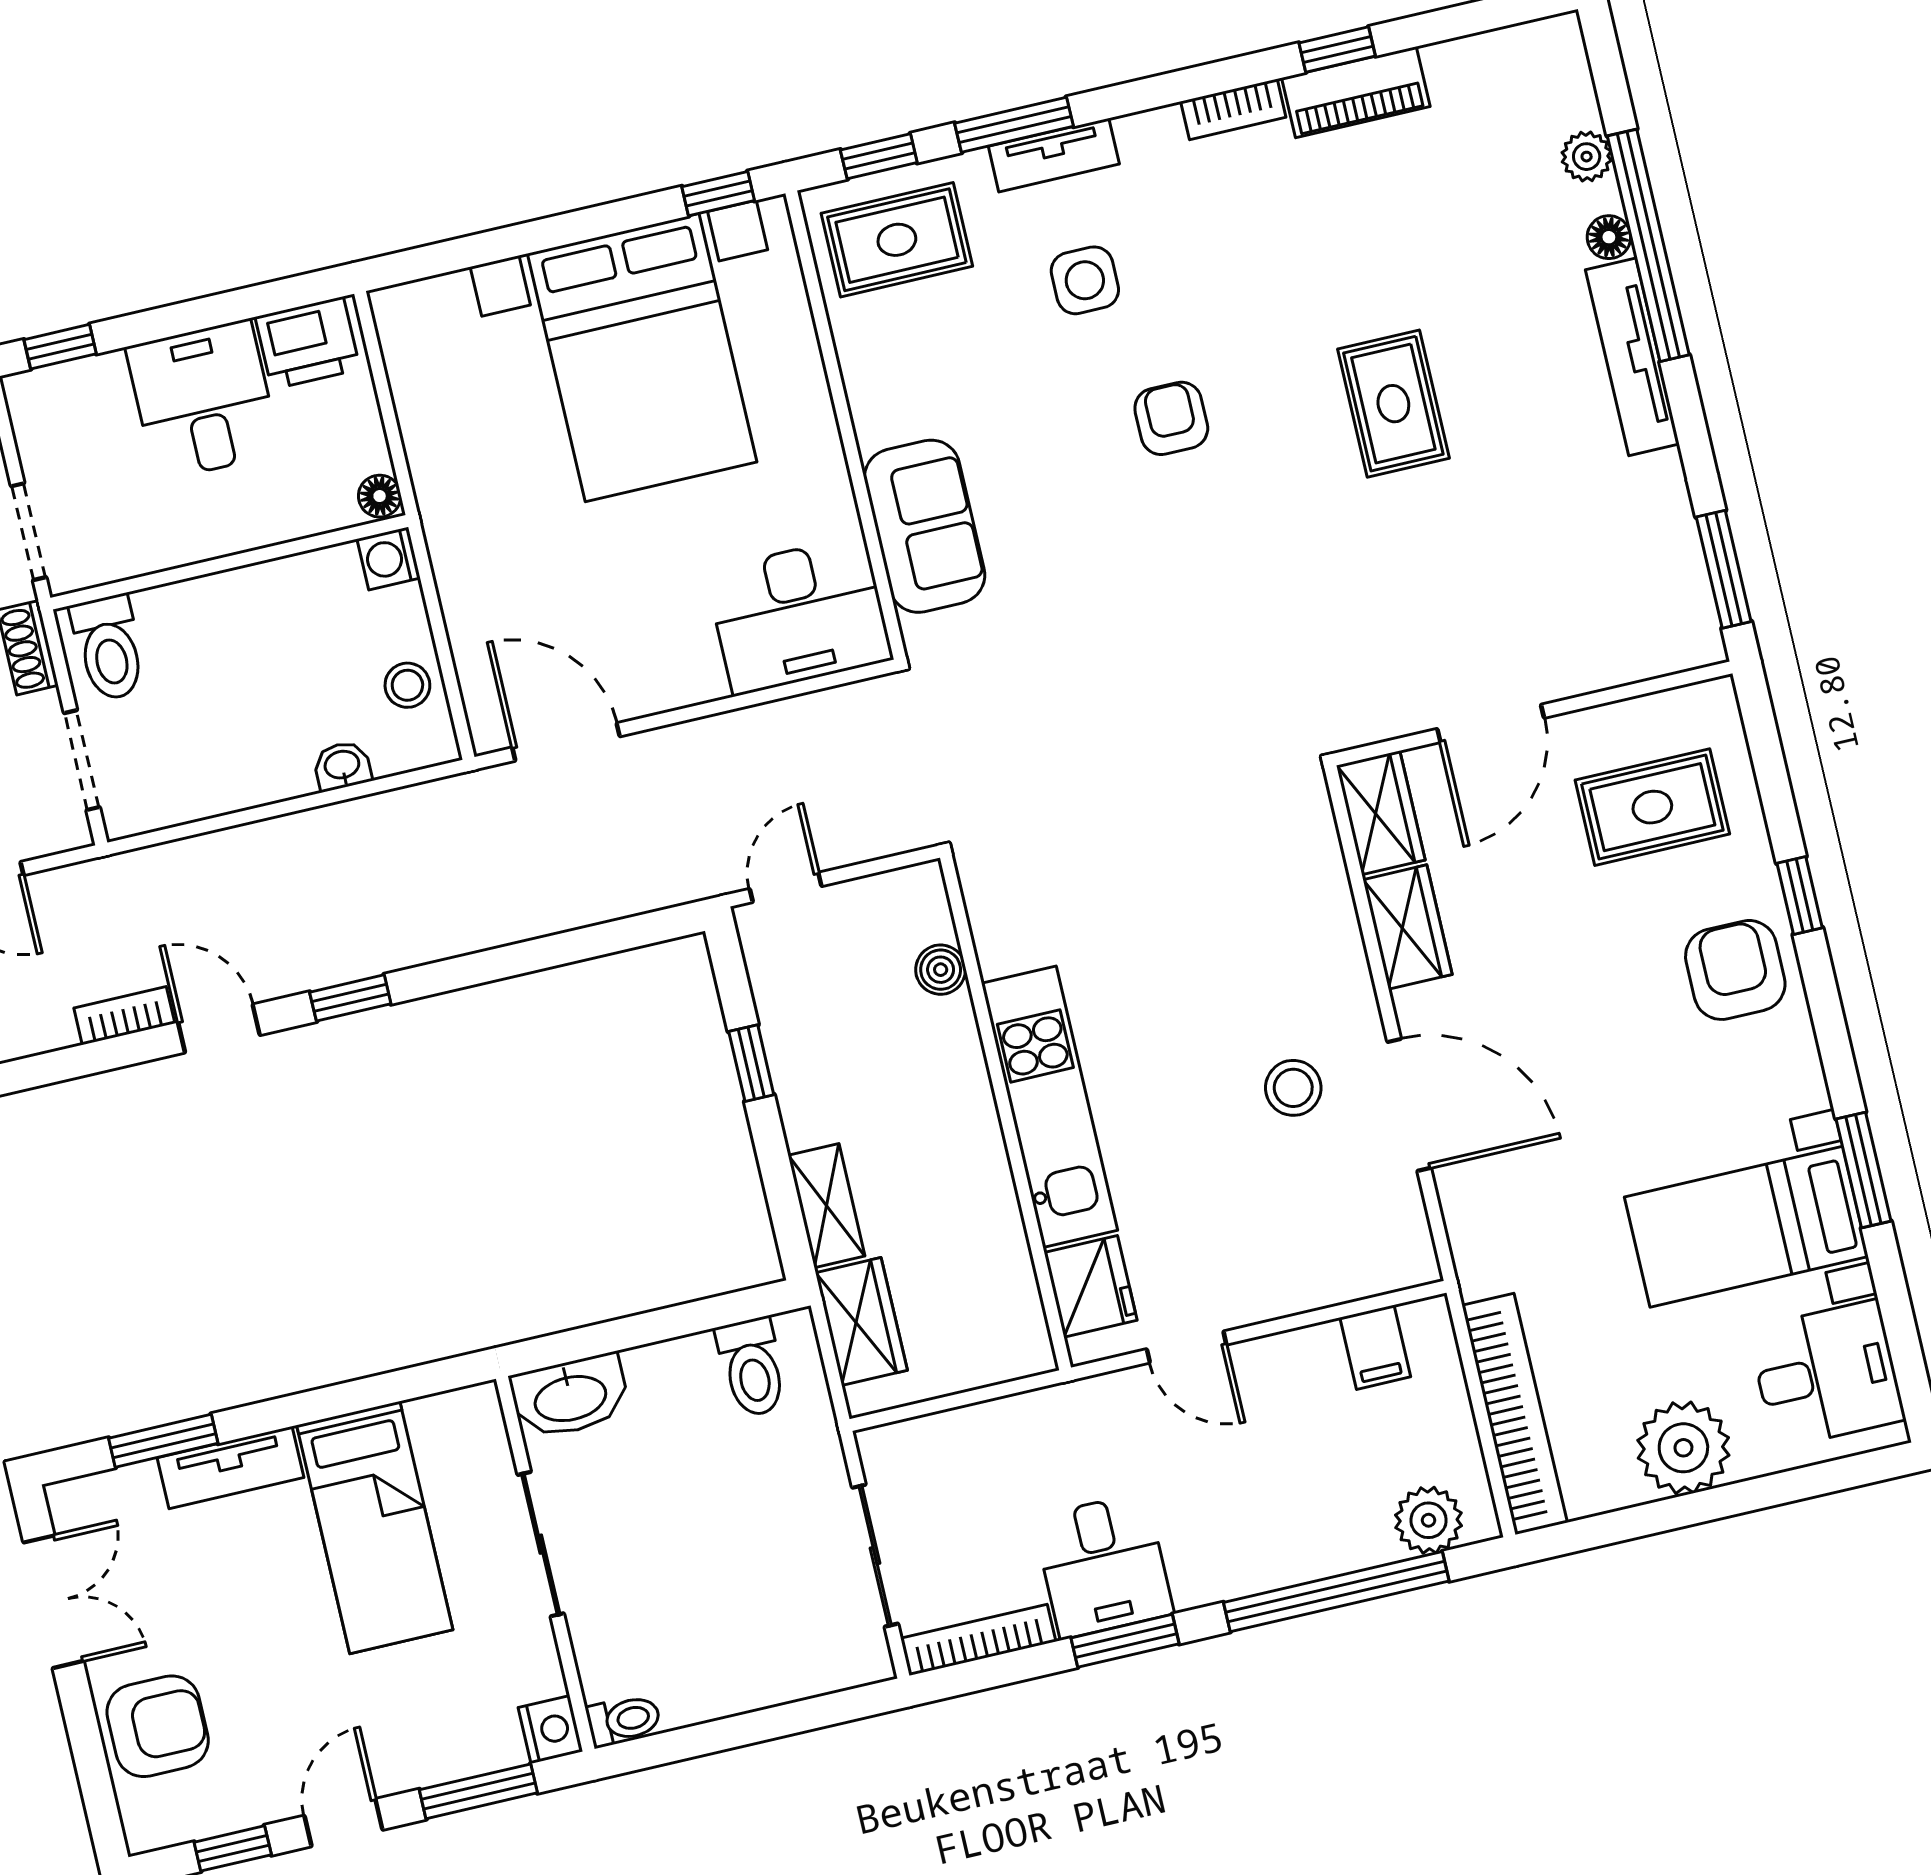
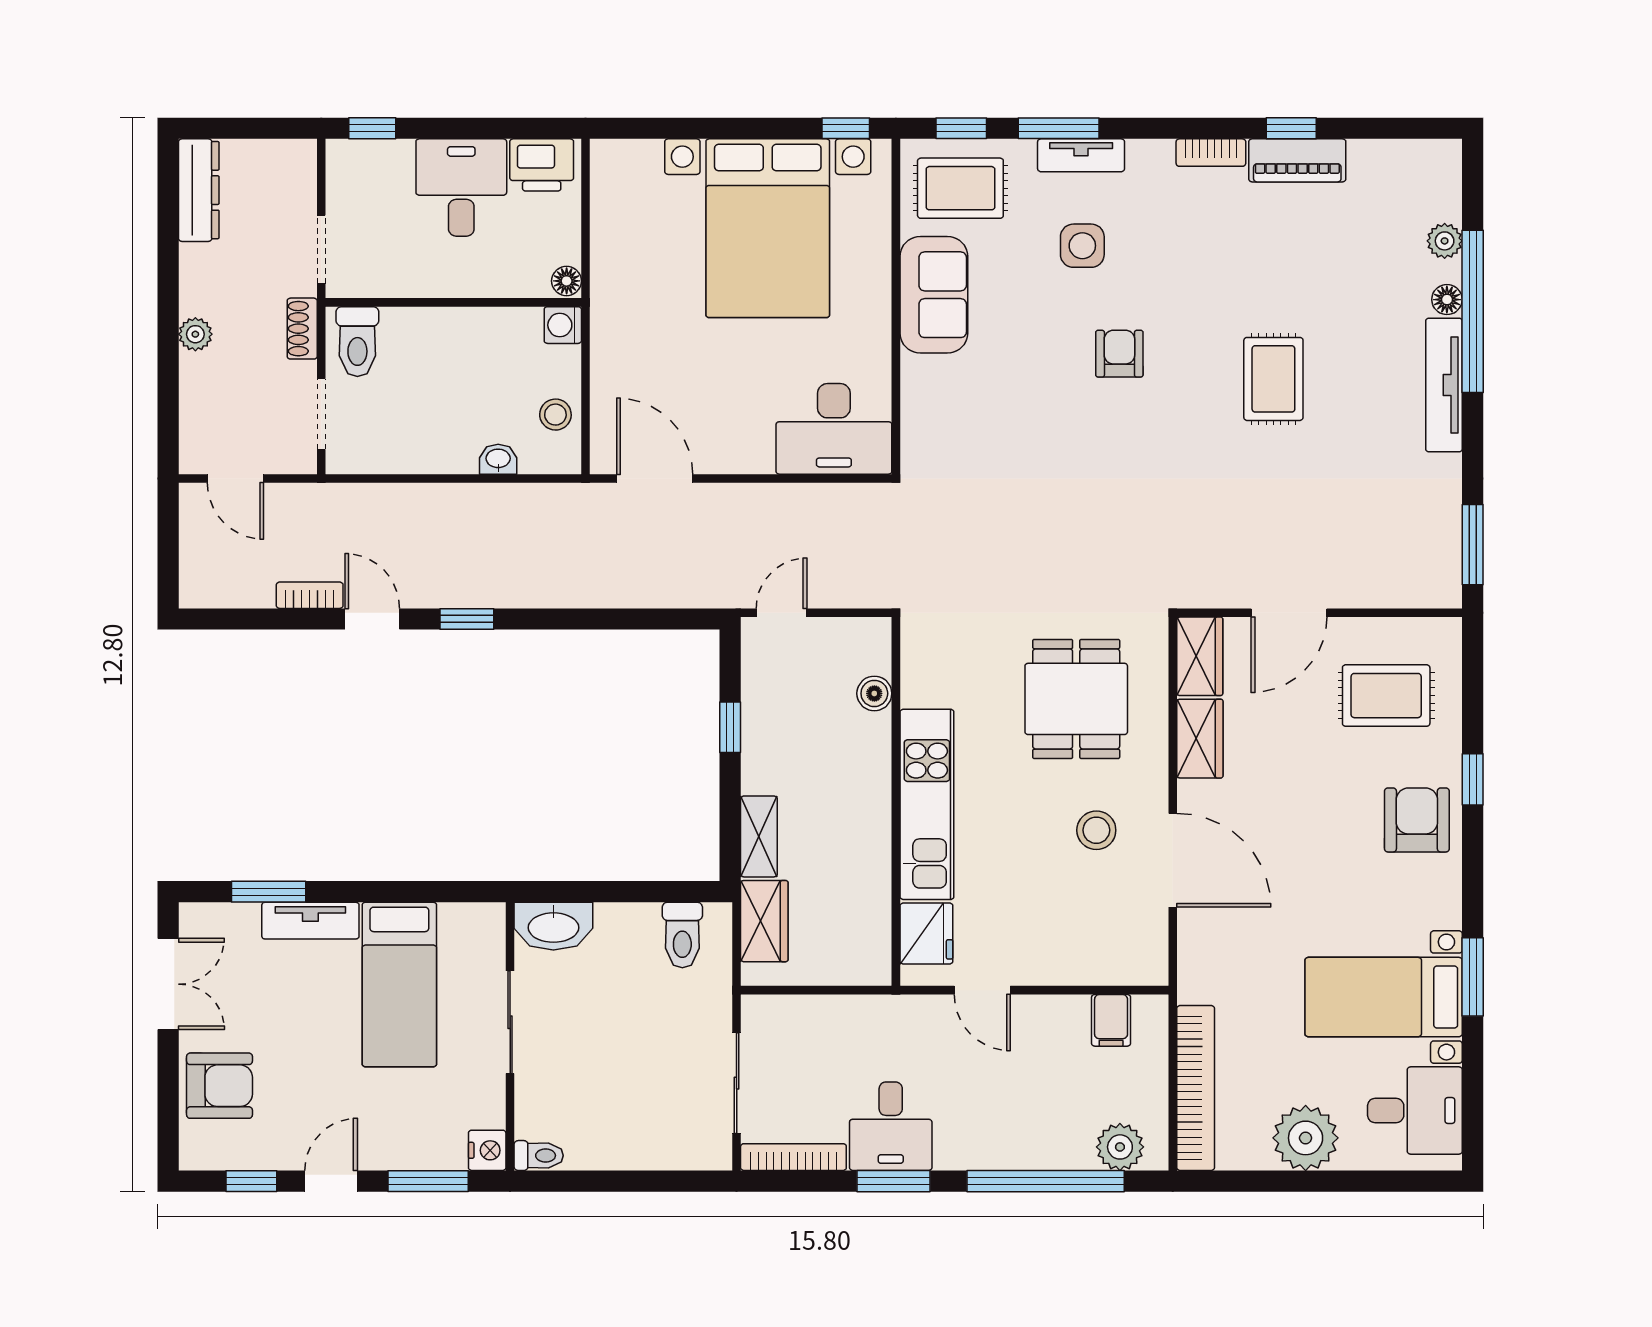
sofa: (925, 526) -> (934, 295), moved
dining table: (1223, 912) -> (1076, 699), added

